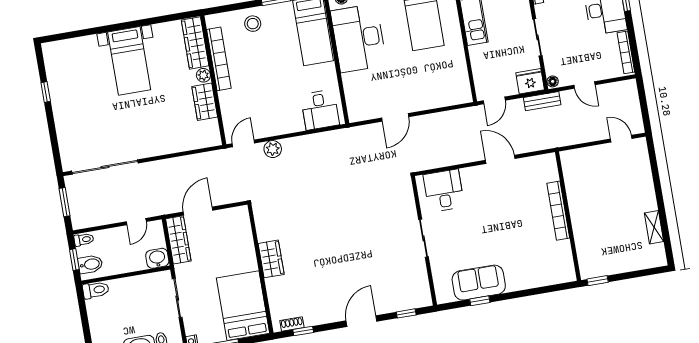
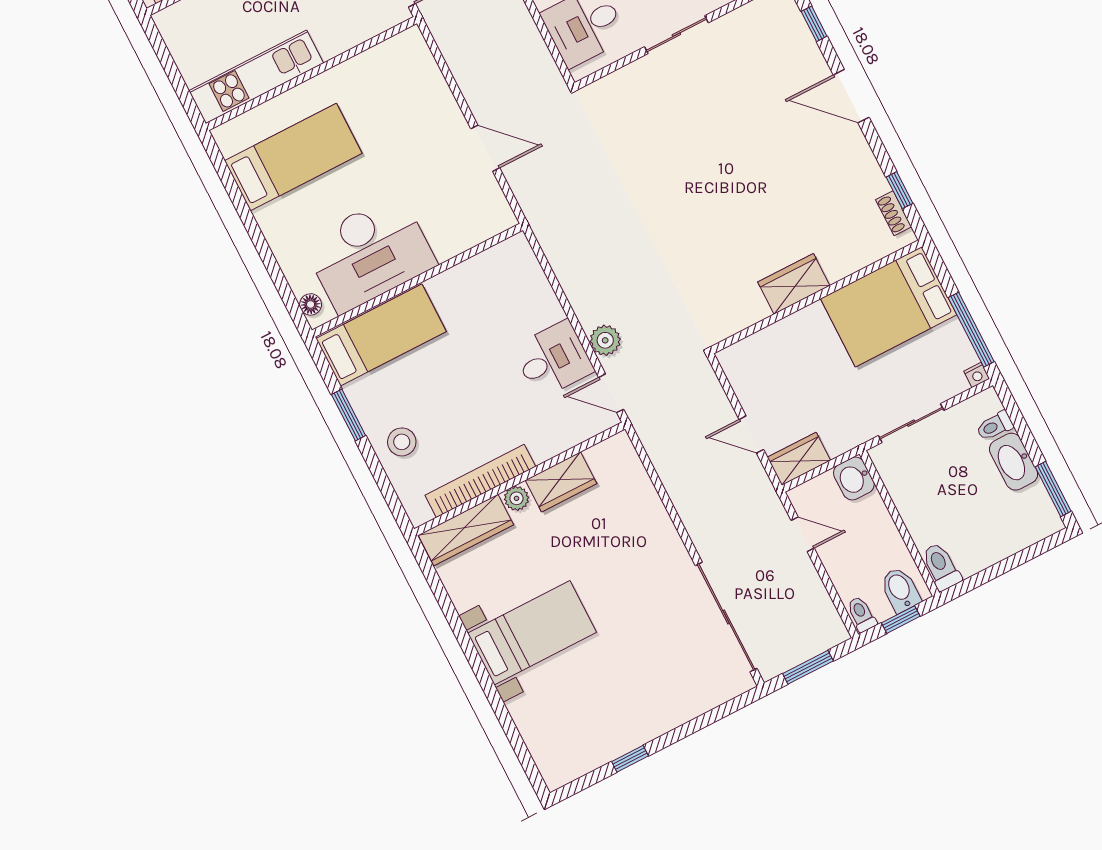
desk: (320, 110) -> (553, 359), moved
door: (198, 211) -> (751, 435), width x0.73
wardrobe: (178, 240) -> (799, 459), width x0.67

